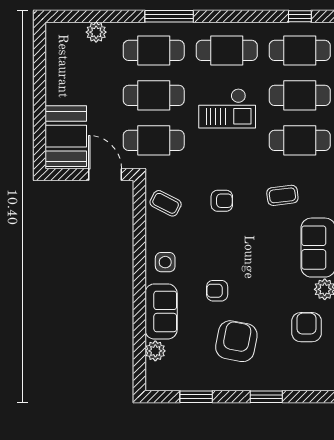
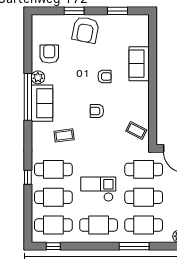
armchair: (222, 201) -> (97, 111), moved
side table: (165, 262) -> (137, 94), removed
armchair: (307, 327) -> (49, 54), turned 180
armchair: (236, 341) -> (86, 30), moved
plant: (155, 351) -> (143, 39), removed

